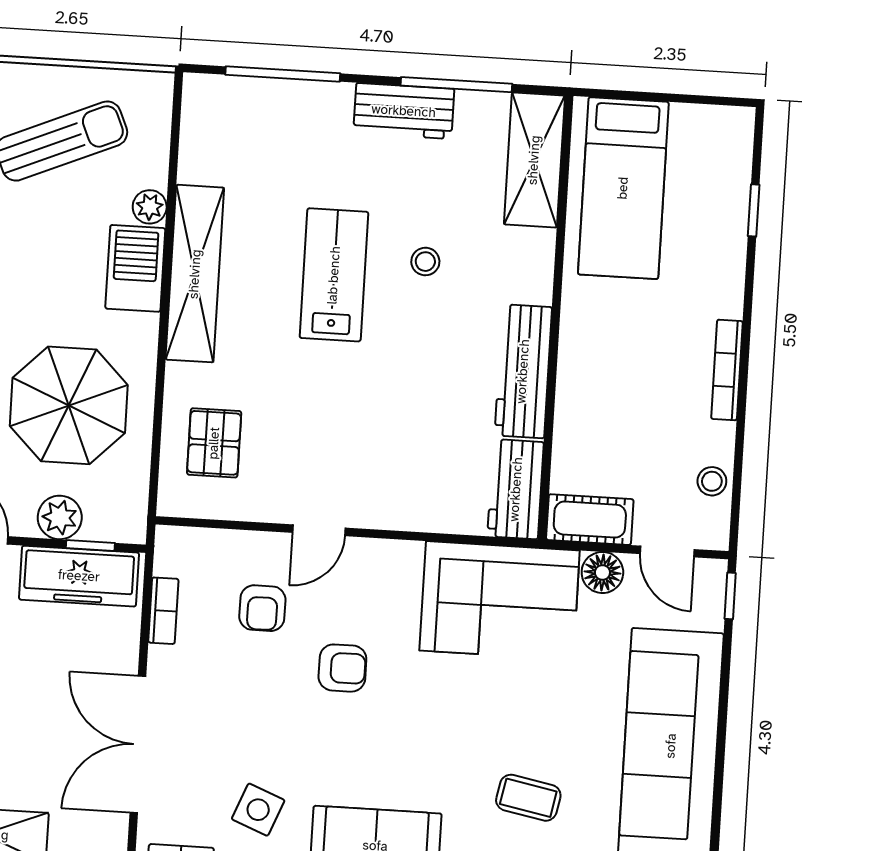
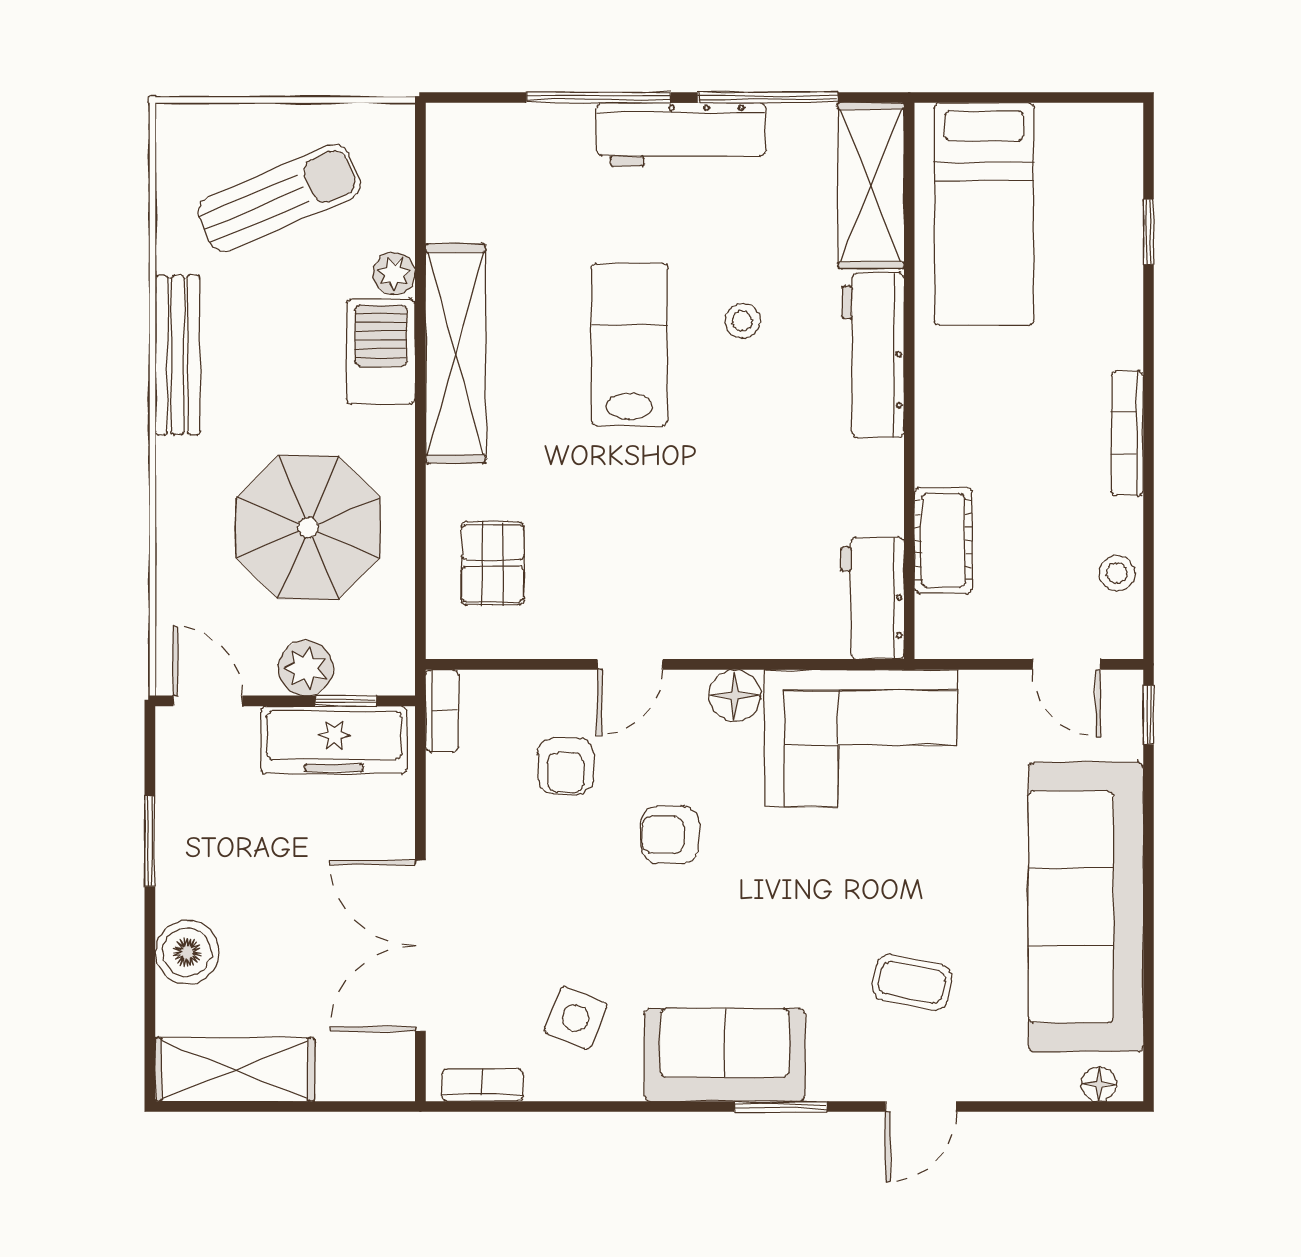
window: (283, 74) -> (599, 97), moved
workbench: (404, 111) -> (681, 134), width x1.37
workbench: (523, 371) -> (873, 355), moved
cot: (590, 520) -> (943, 540), moved, turned 90
floor lamp: (602, 572) -> (735, 695), moved
bookcase: (163, 611) -> (442, 711), moved
armchair: (342, 668) -> (670, 835), turned 180

